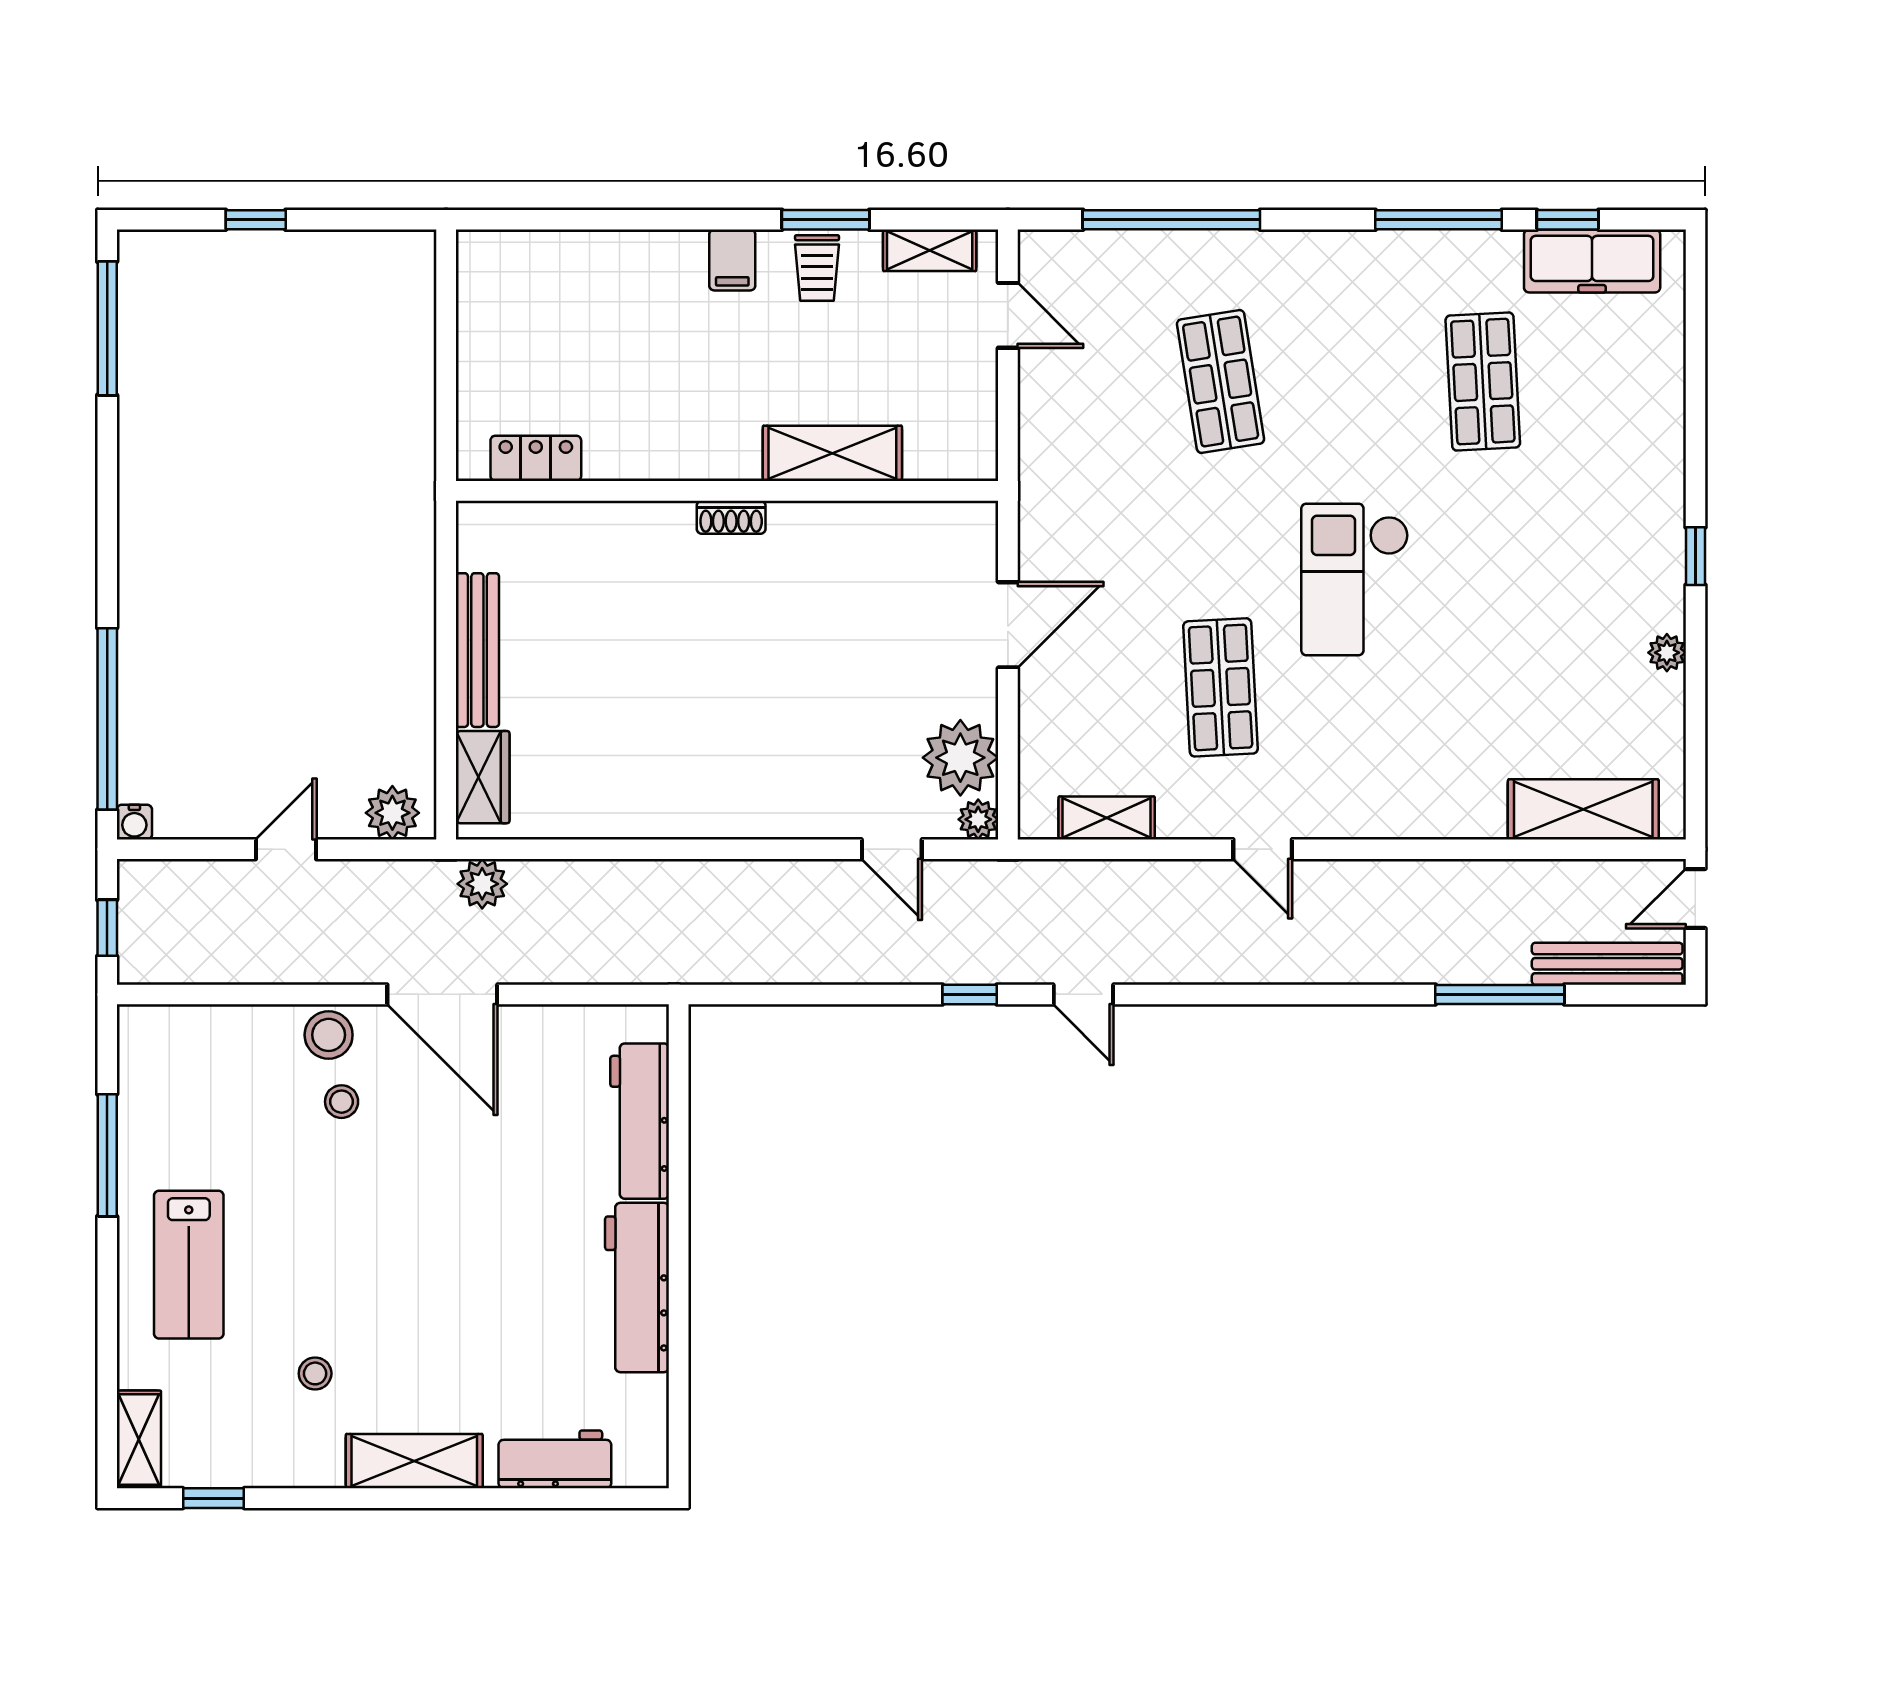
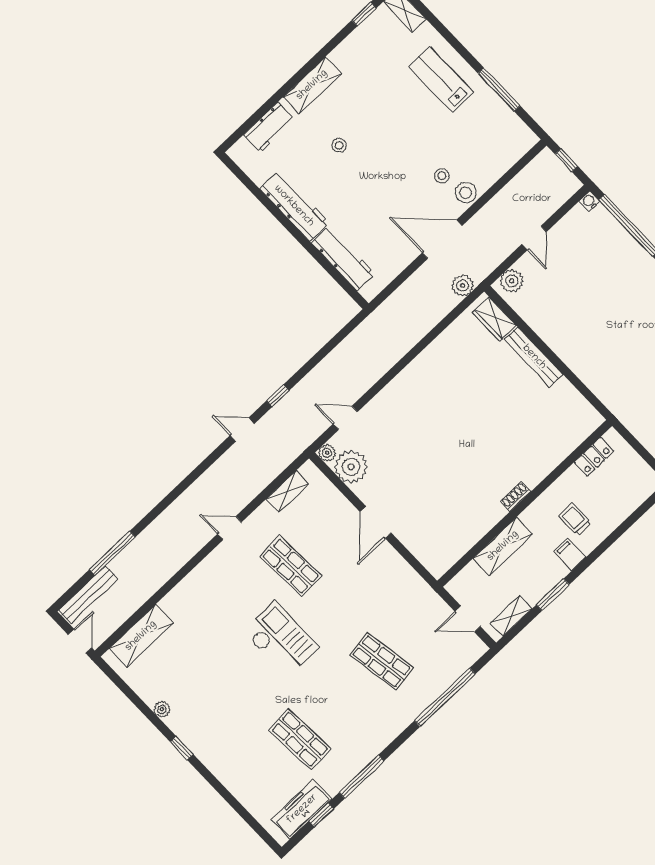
trolley: (817, 268) -> (575, 519), moved
shelving: (832, 453) -> (503, 546), moved
locker: (536, 458) -> (594, 457), moved
wall: (727, 491) -> (525, 503), moved
shoe rack: (731, 517) -> (515, 496), moved
stool: (315, 1373) -> (339, 145), moved

